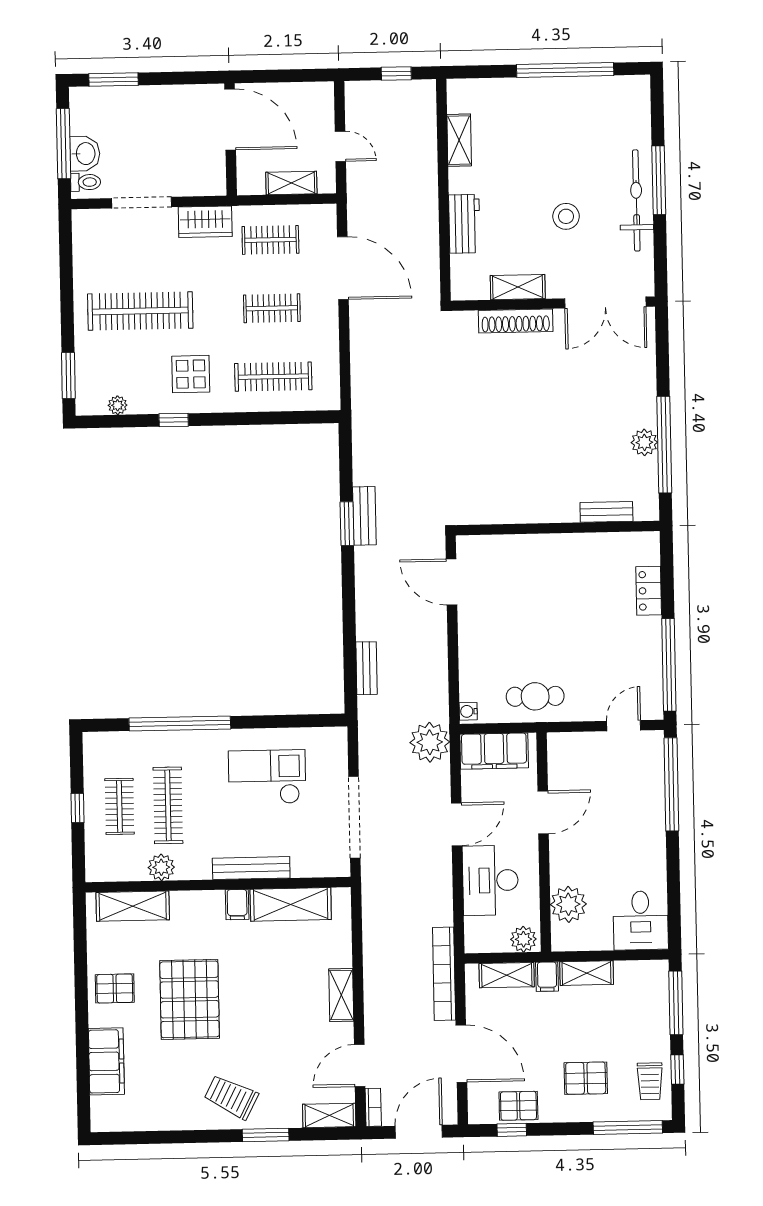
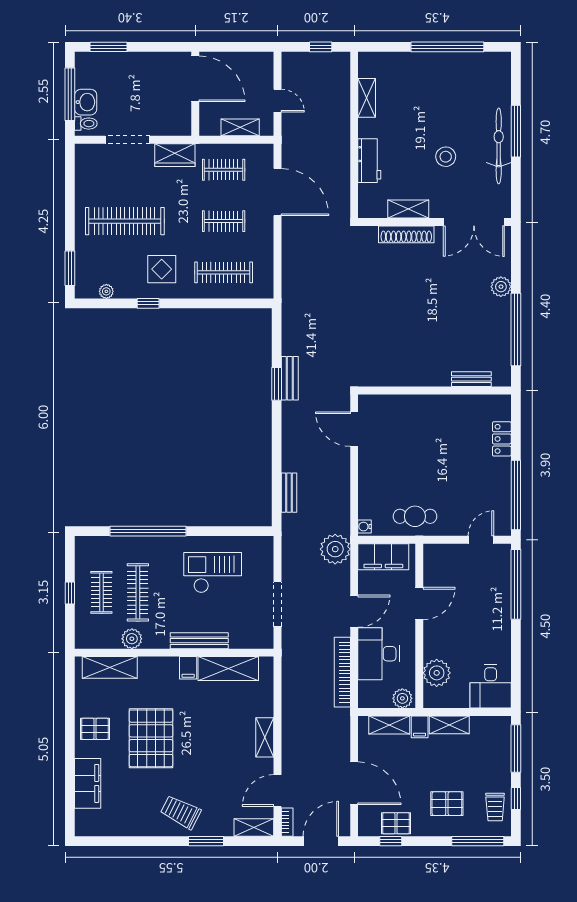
plant: (644, 442) -> (501, 287), moved
doorway: (354, 817) -> (278, 604), width x0.73
bookcase: (444, 974) -> (342, 672), moved

